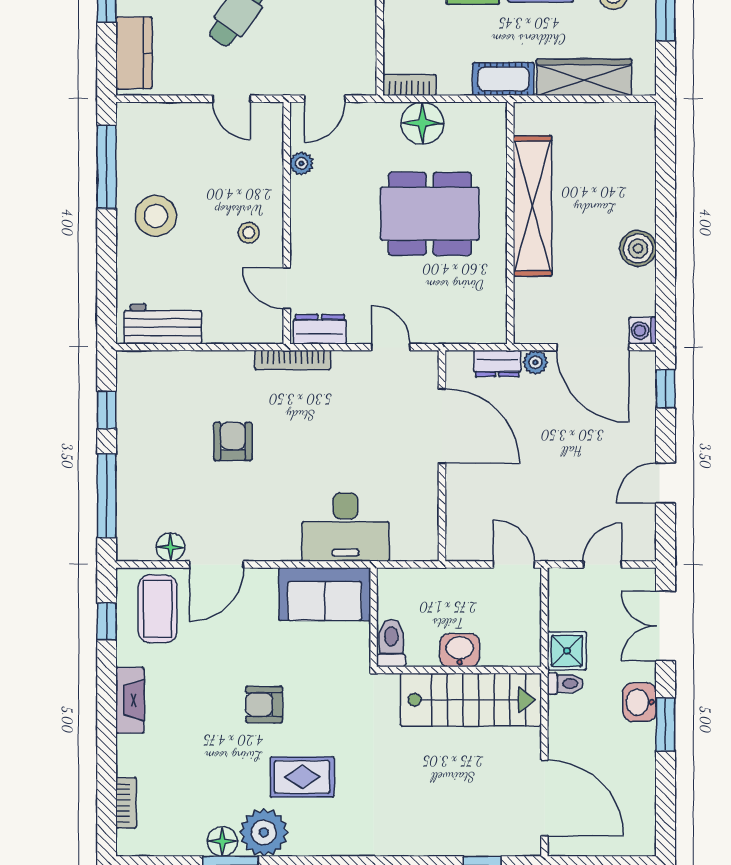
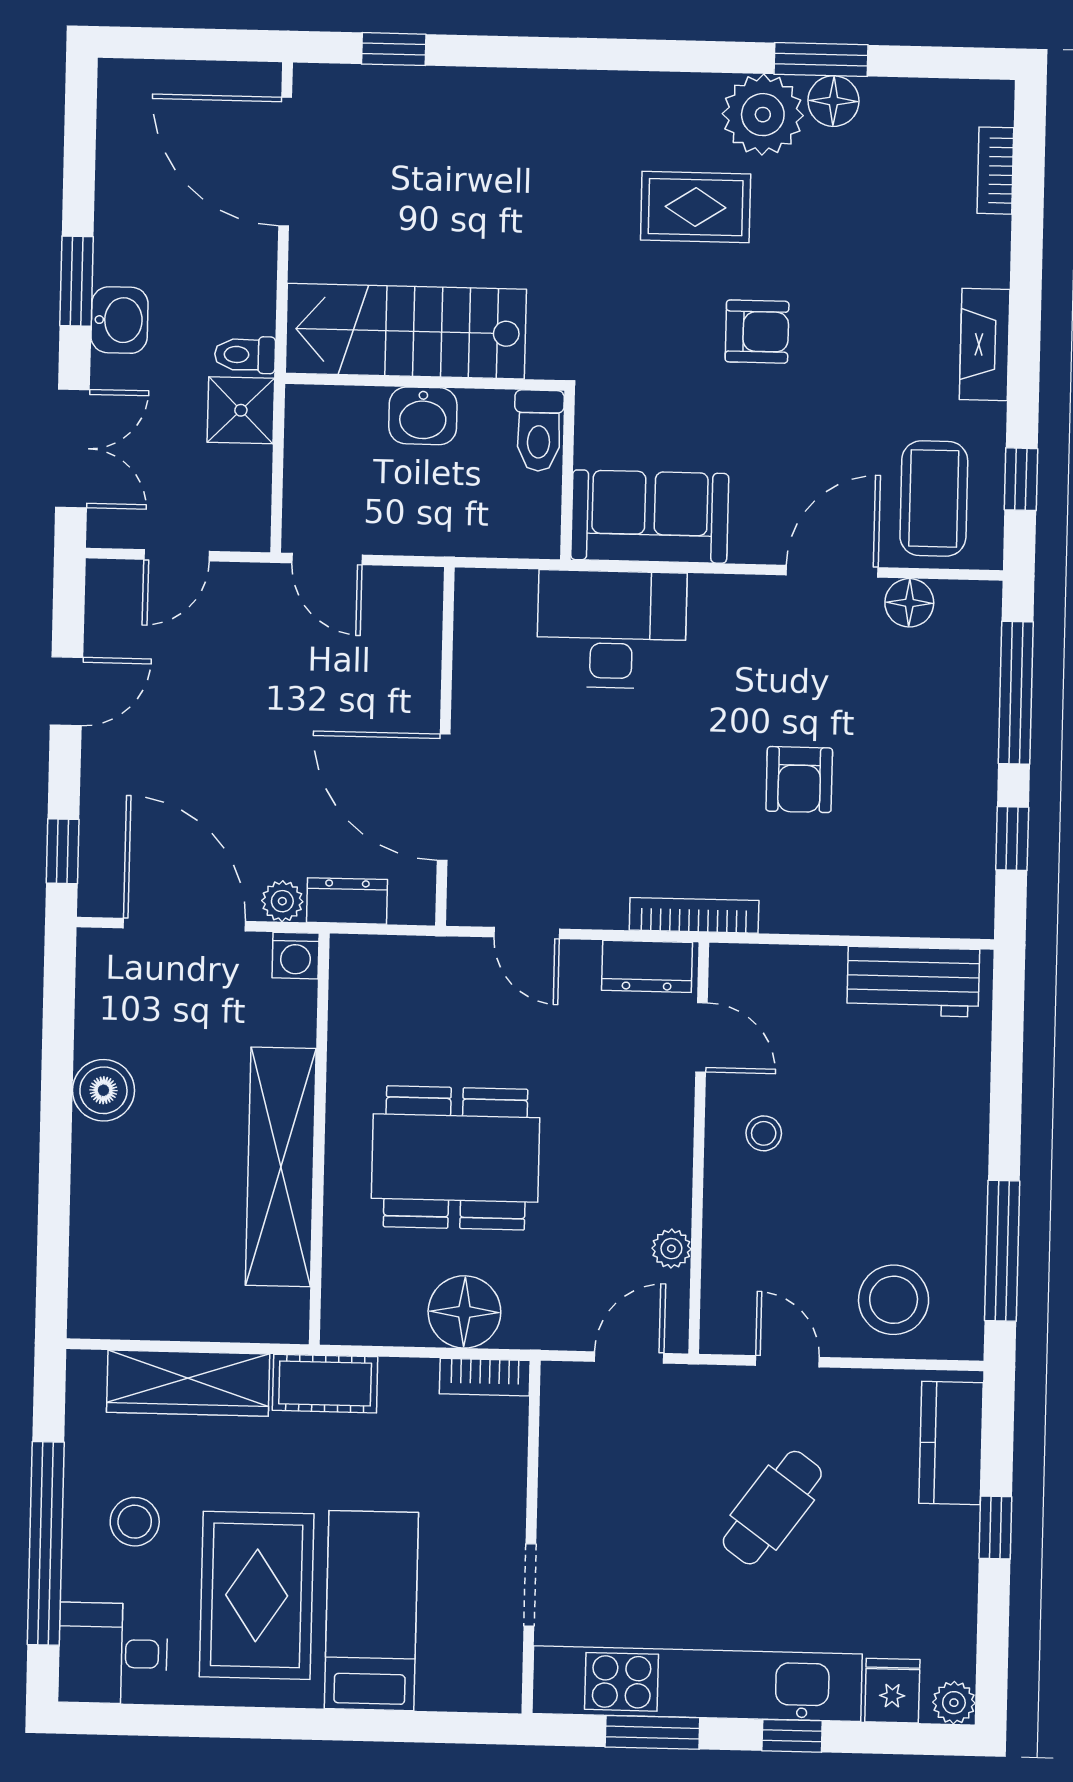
stool: (156, 216) -> (894, 1300), moved
washing machine: (643, 331) -> (296, 956), moved, turned 90

